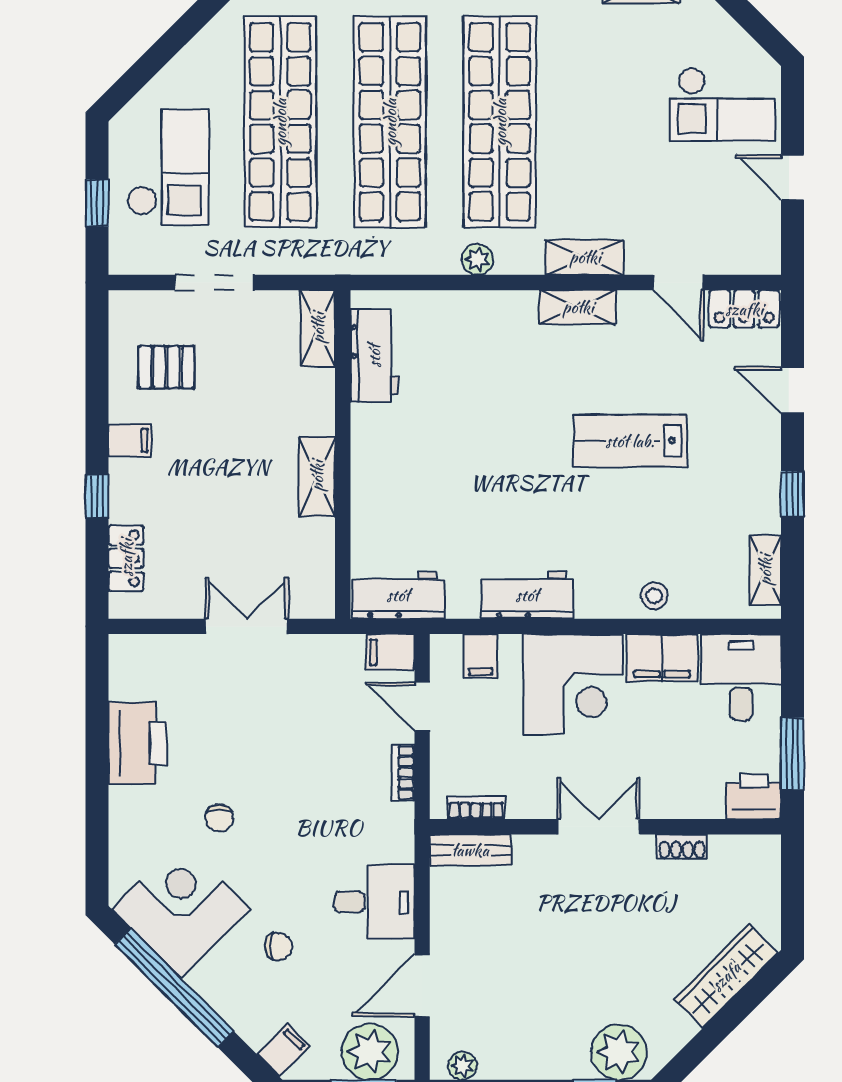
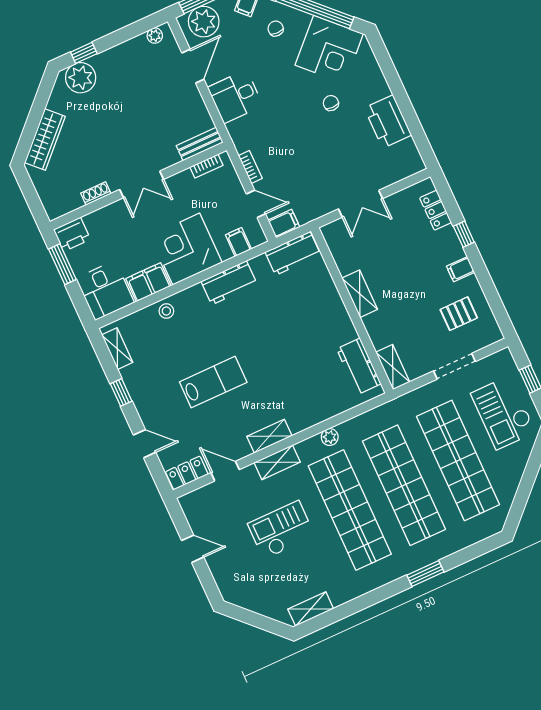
checkout: (722, 104) -> (281, 530), moved
chair: (279, 946) -> (276, 29), moved, turned 90

